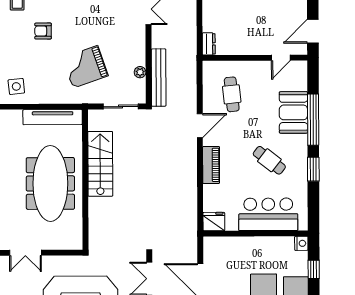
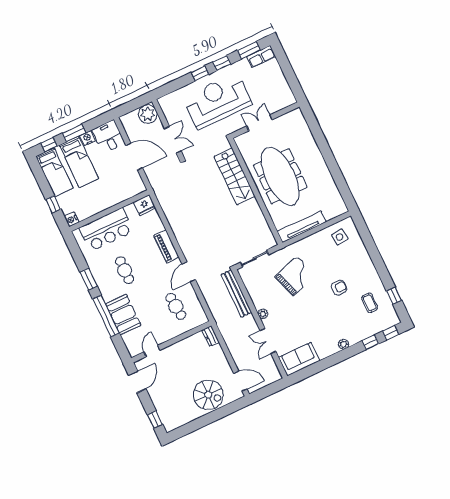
plant: (140, 72) -> (263, 314), moved
cafe table: (269, 160) -> (125, 270), turned 52
stairs: (100, 164) -> (235, 176), moved
double door: (25, 253) -> (259, 123), moved

